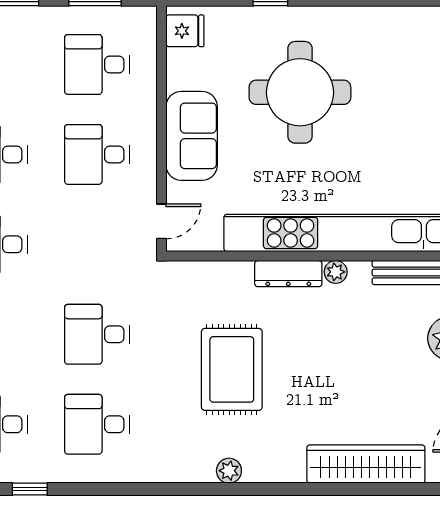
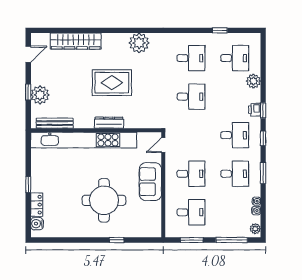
fridge: (185, 31) -> (153, 227), removed
plant: (336, 272) -> (89, 123), removed
rug: (232, 369) -> (112, 83), moved, turned 90
plant: (229, 471) -> (139, 43), width x1.87, depth x1.87

